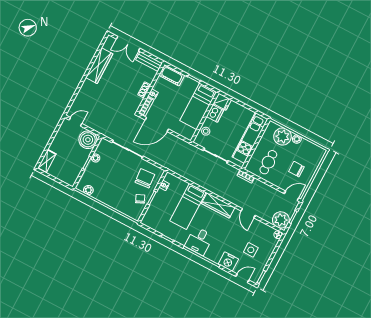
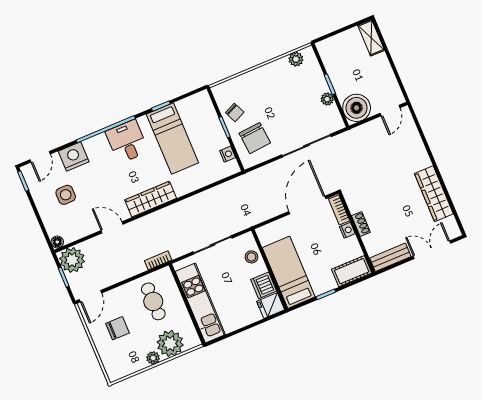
bed: (188, 207) -> (172, 139), moved, turned 180

